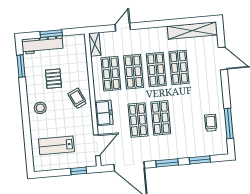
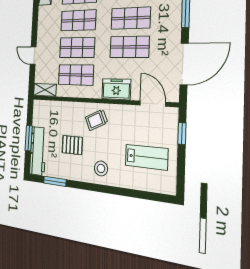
lab bench: (56, 145) -> (146, 157), turned -90

